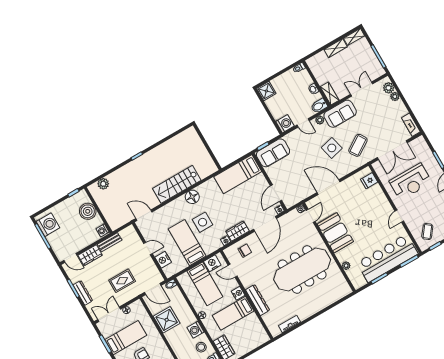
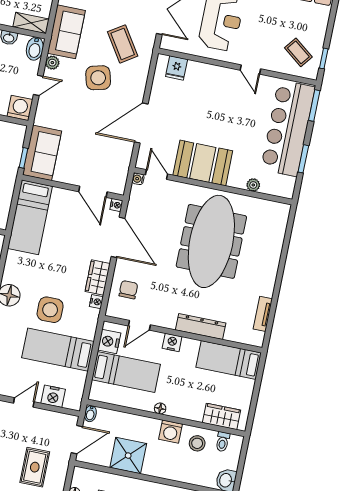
bed: (233, 313) -> (229, 360), moved, turned 90

